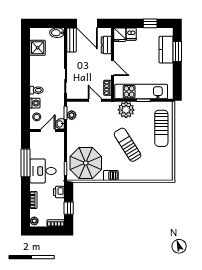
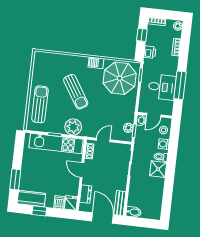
shower: (38, 48) -> (158, 169), moved
kitchen counter: (166, 50) -> (31, 199), moved, turned -90
door: (95, 100) -> (103, 140), swing flipped
desk: (43, 171) -> (162, 87), moved

